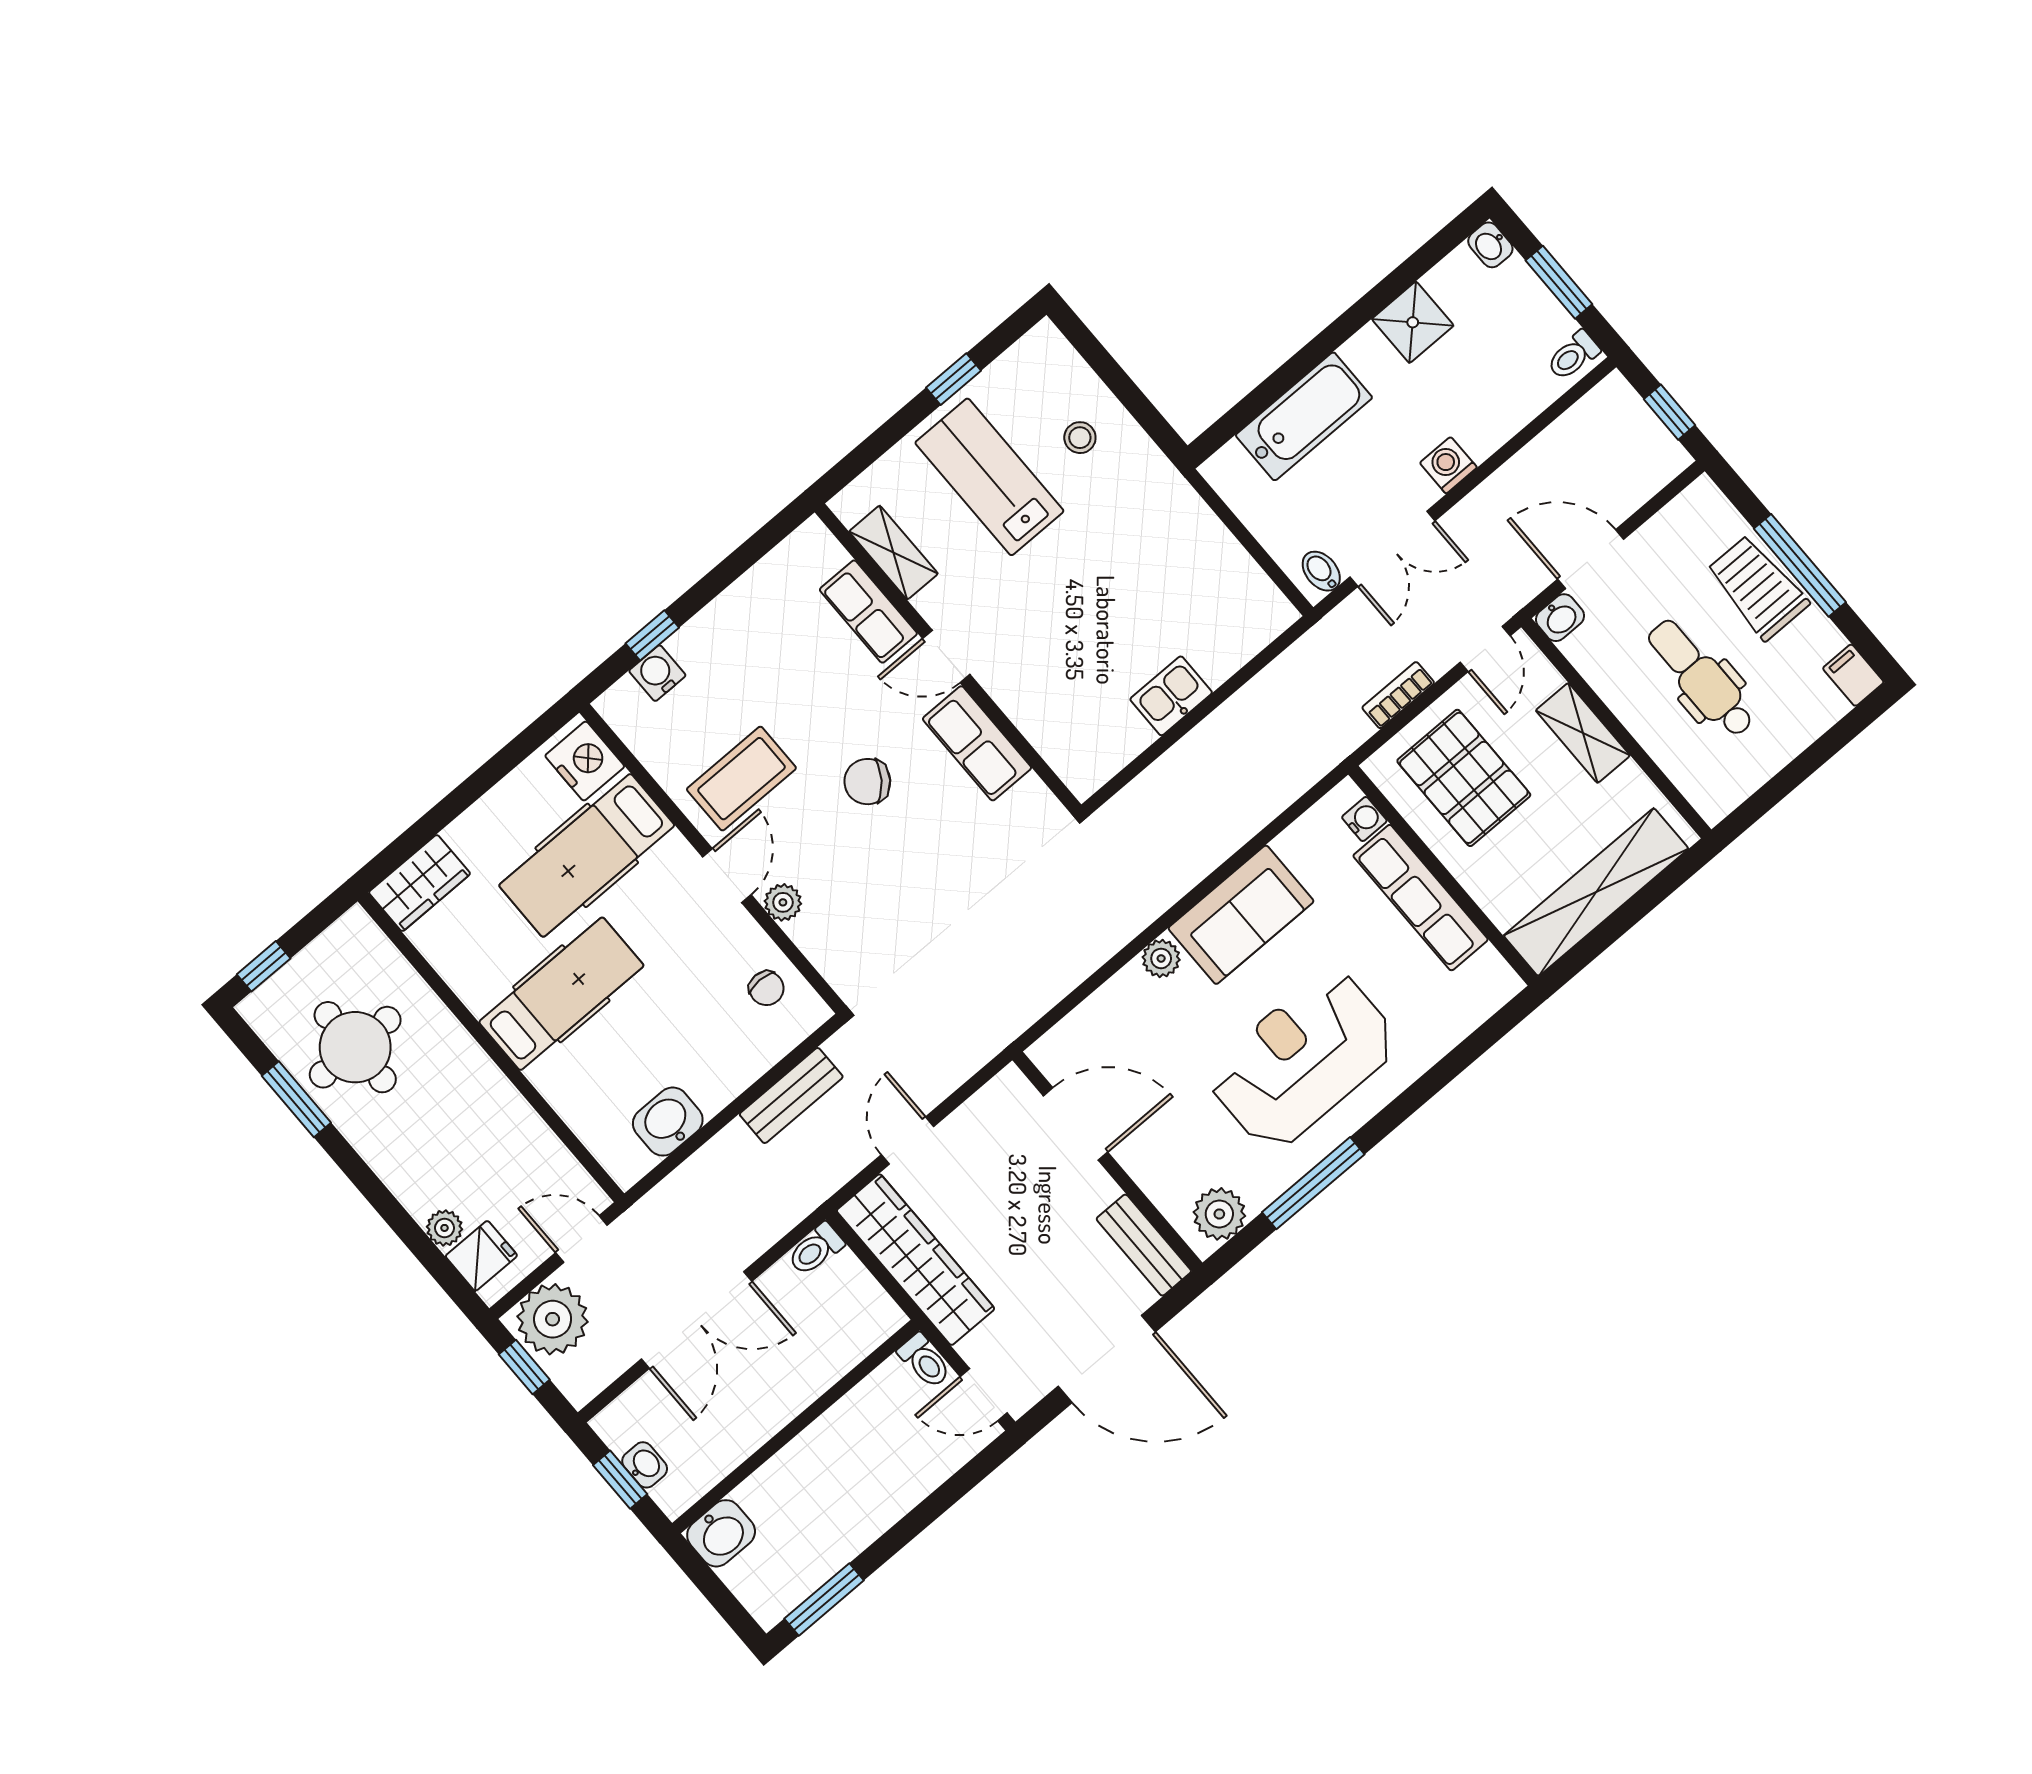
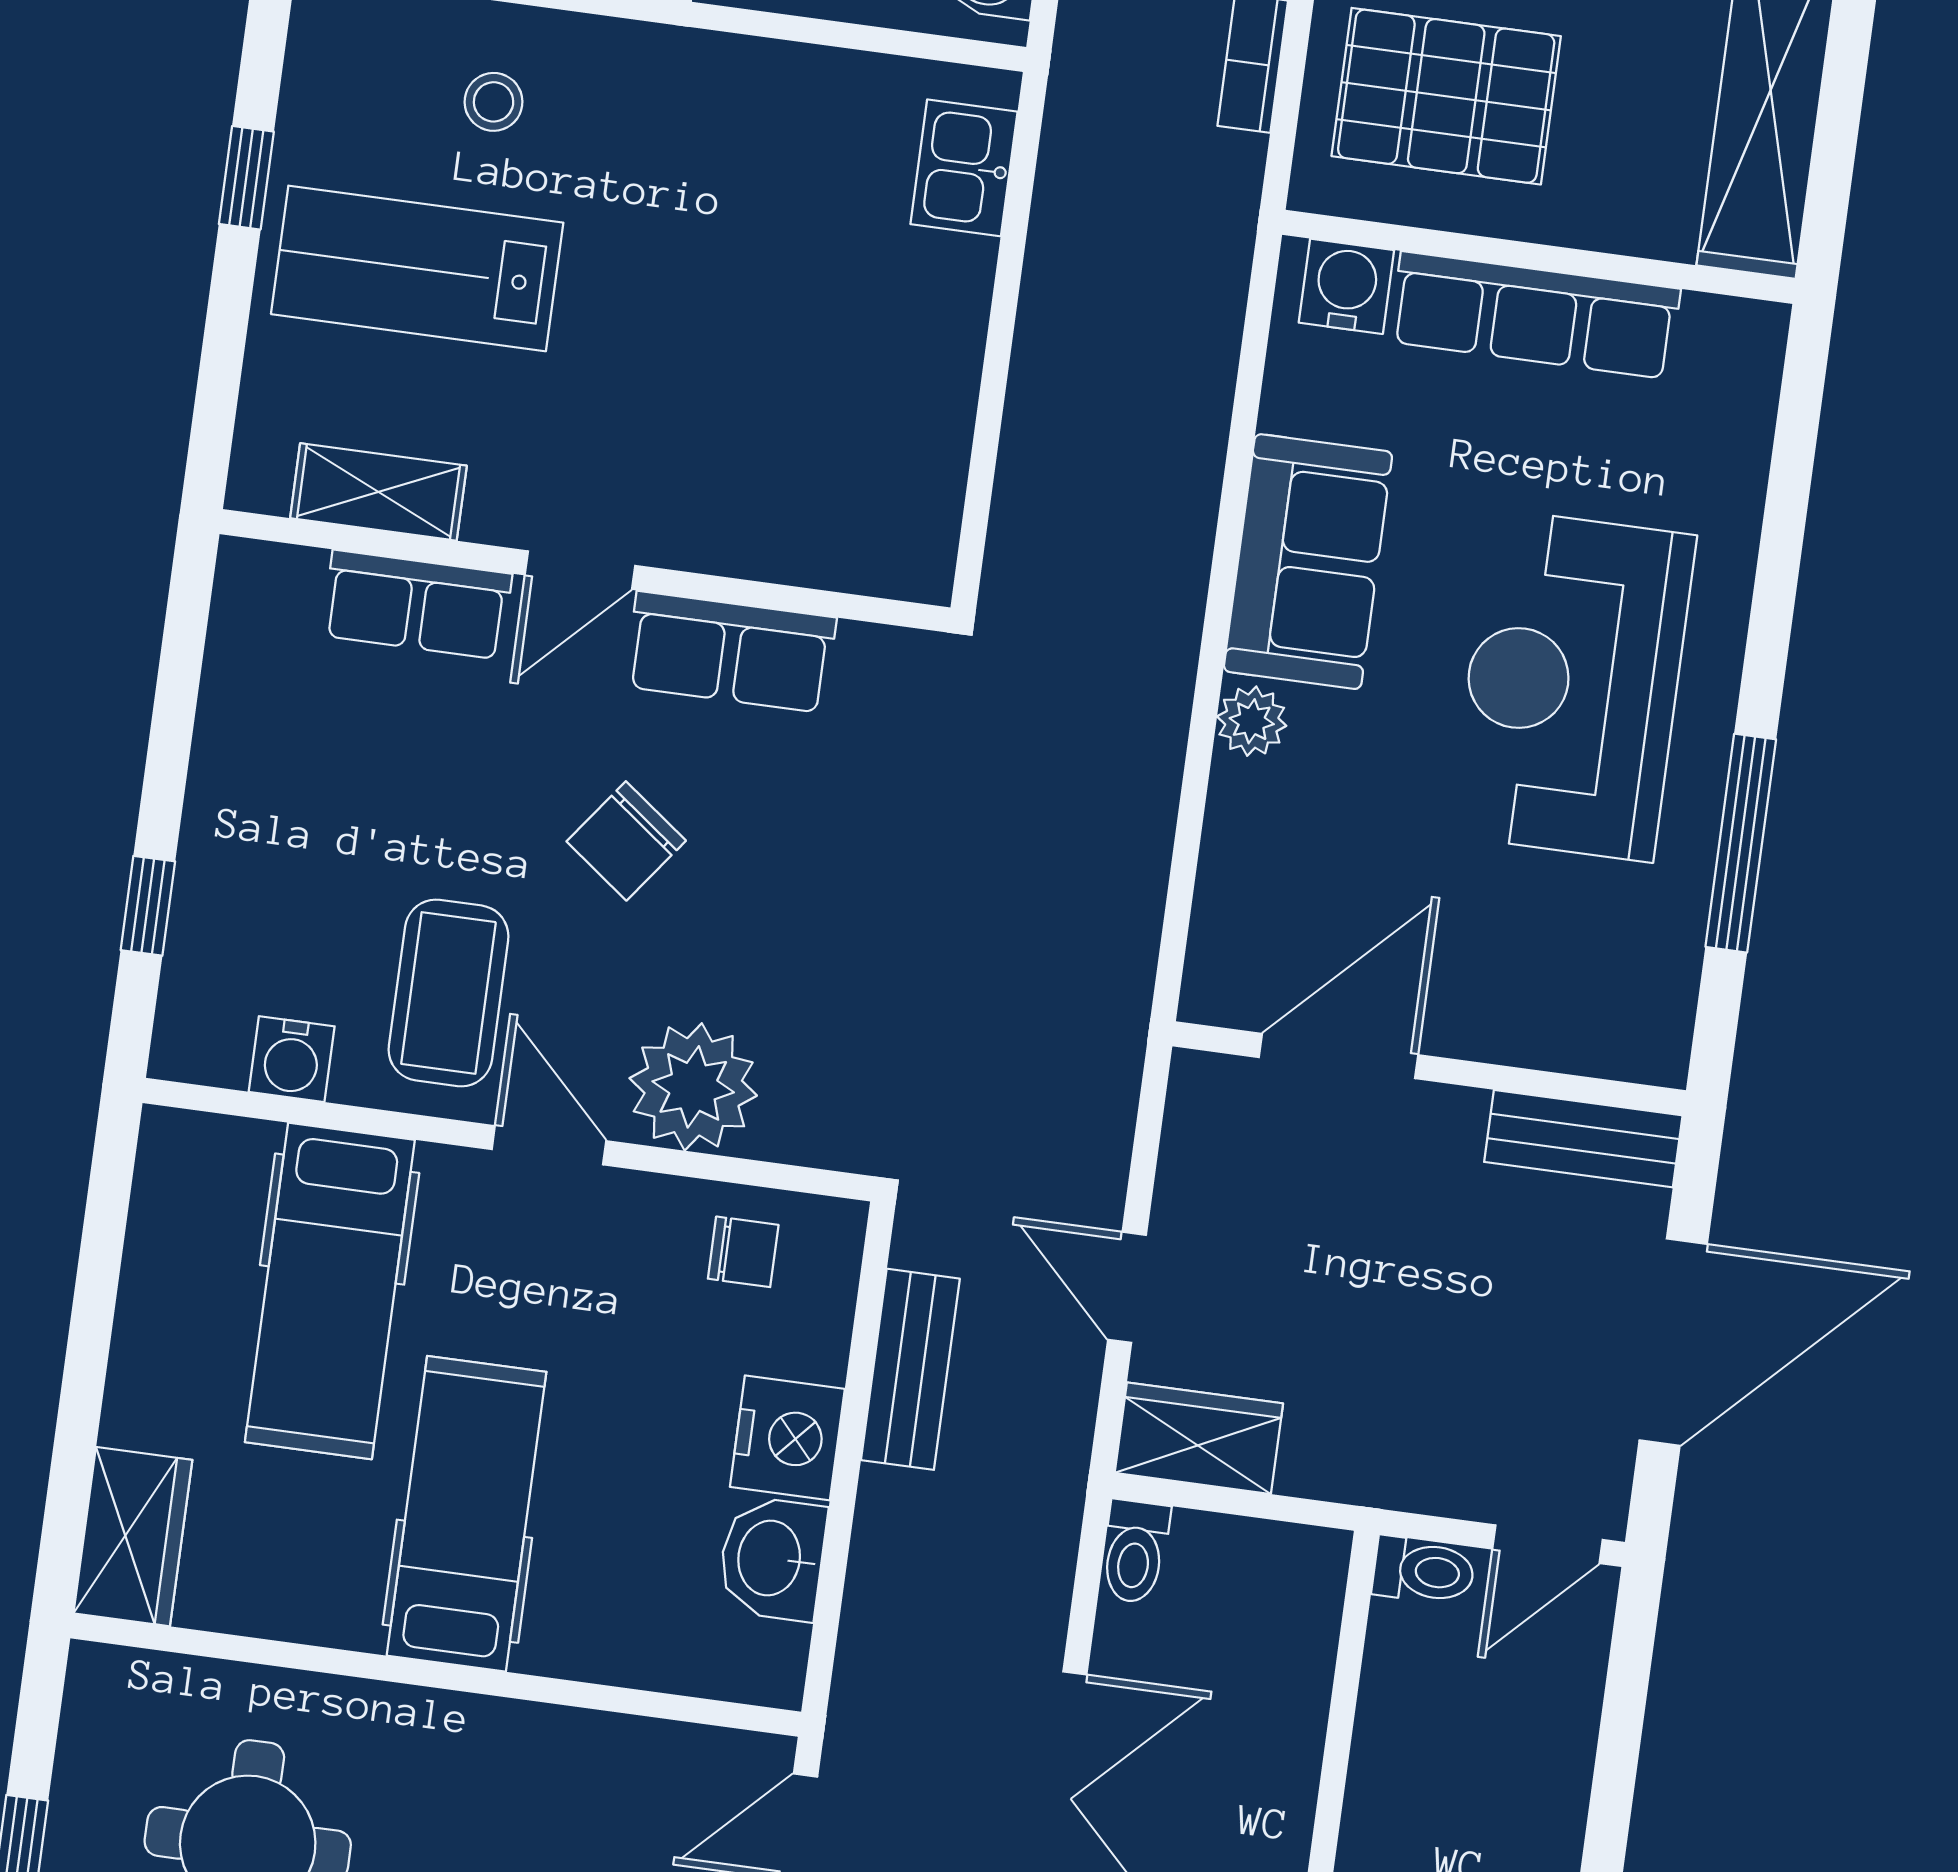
water cooler: (657, 673) -> (292, 1059), moved, turned -90
kitchen sink: (1171, 696) -> (964, 168), moved
nightstand: (585, 761) -> (787, 1438), moved, turned 90
water cooler: (1364, 819) -> (1346, 286), width x1.38, depth x1.38
plant: (783, 902) -> (693, 1087), width x1.87, depth x1.87
plant: (1219, 1214) -> (1649, 1002), removed
wardrobe: (916, 1260) -> (1199, 1438), width x0.48, depth x0.85

